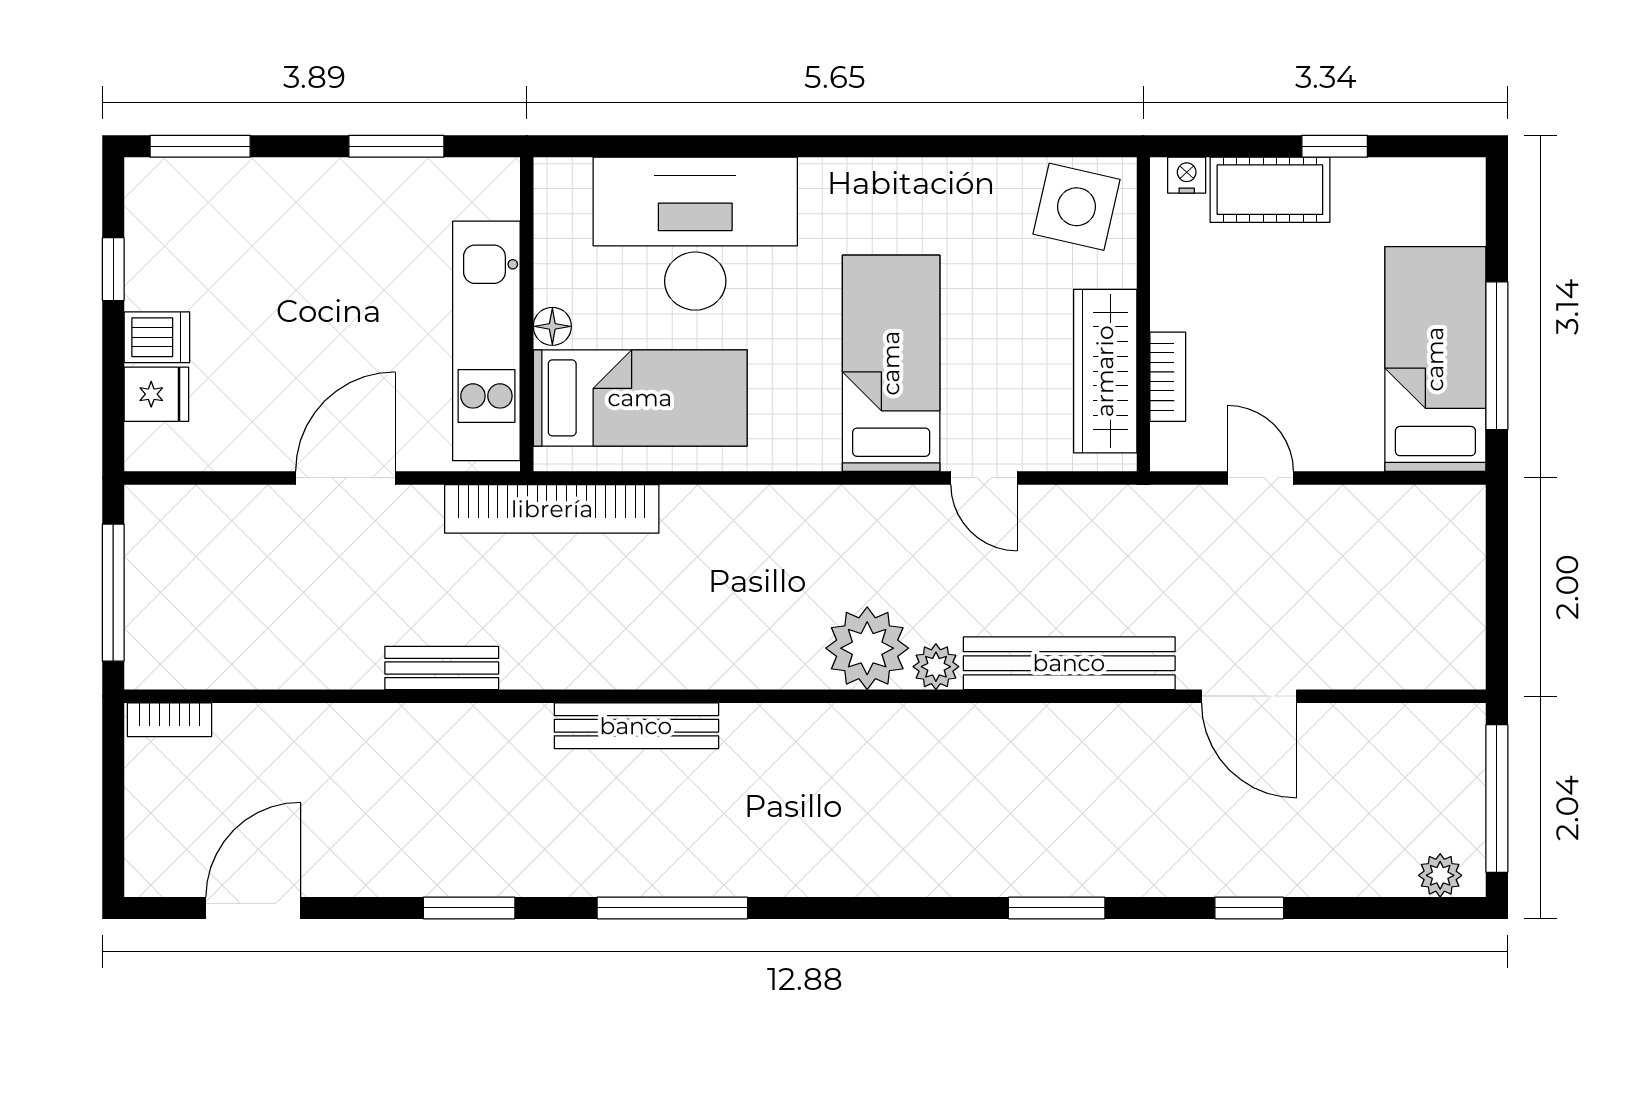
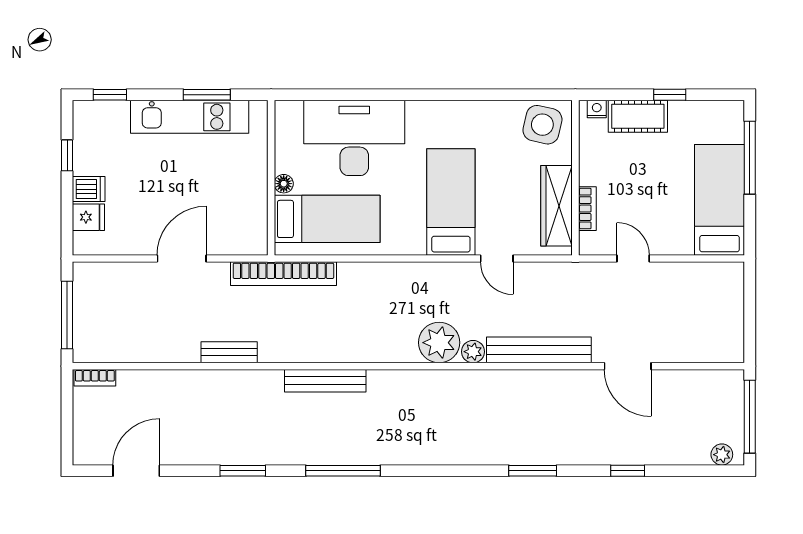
window: (200, 146) -> (110, 95), width x0.67
kitchen unit: (486, 341) -> (190, 117), moved, turned -90
window: (1497, 356) -> (750, 158), moved

